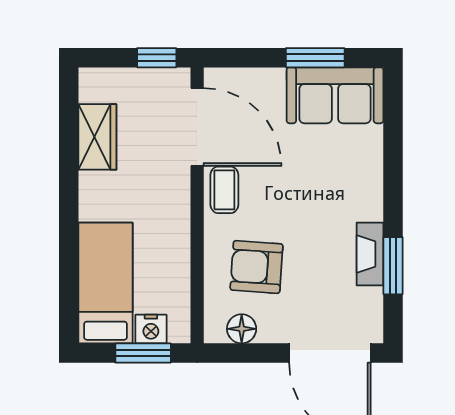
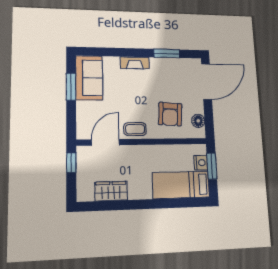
door: (197, 127) -> (105, 142), width x0.73
fireplace: (370, 254) -> (135, 63), moved

